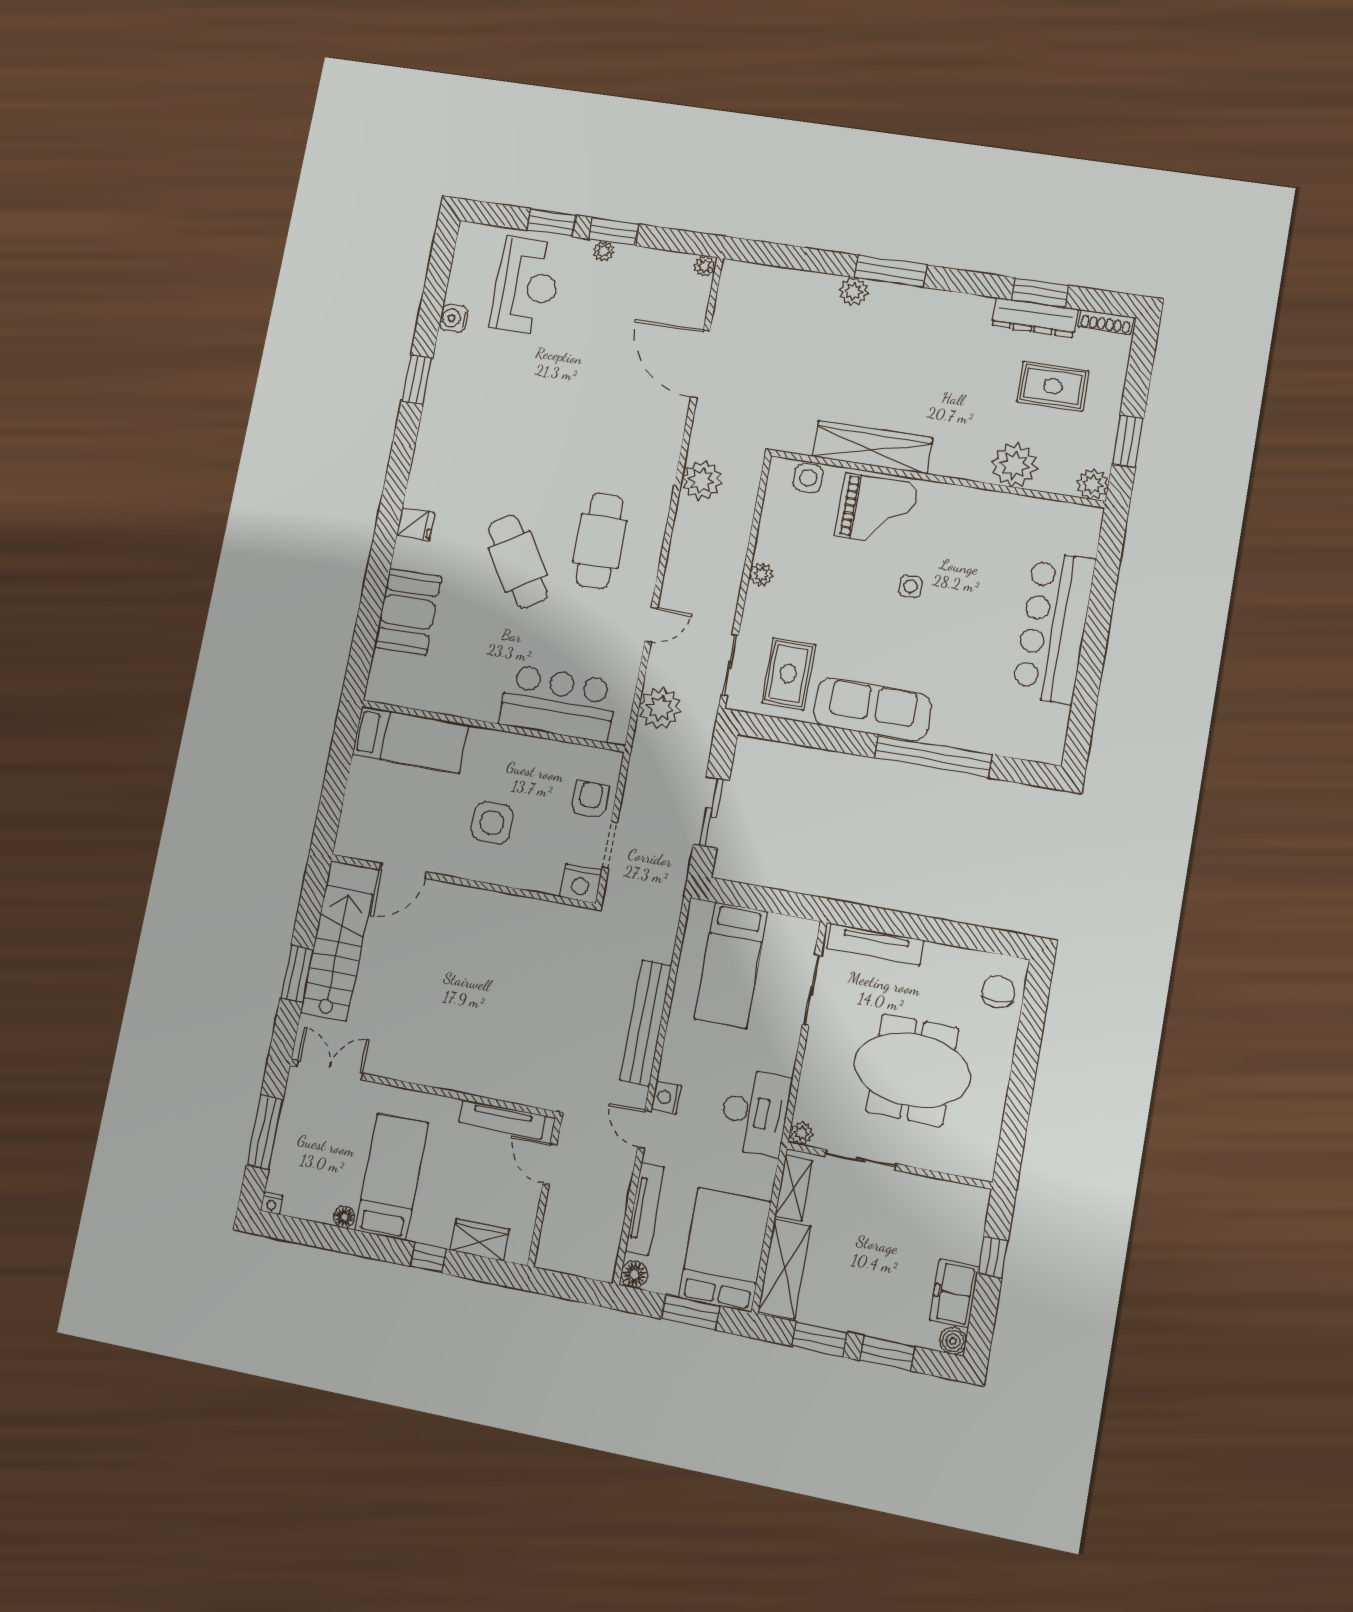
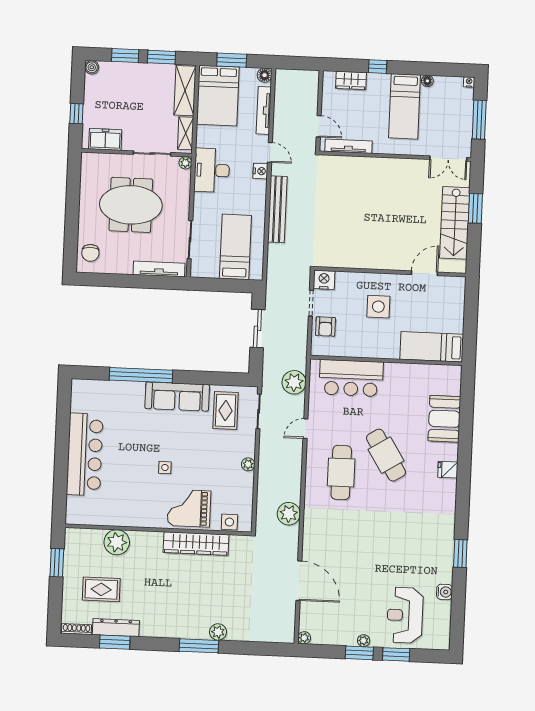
plant: (1092, 484) -> (73, 536), removed
freezer: (954, 1294) -> (105, 139), moved, turned -90

